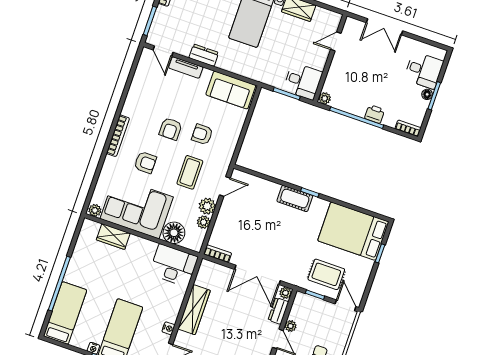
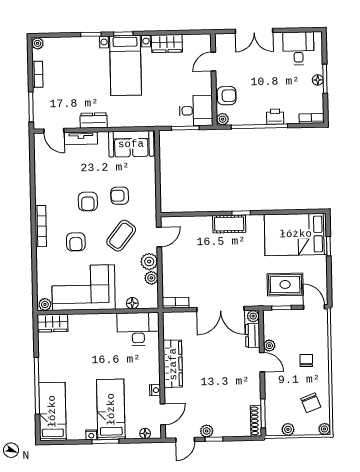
desk: (424, 70) -> (298, 48), moved, turned -90
armchair: (337, 78) -> (227, 96), added
armchair: (145, 163) -> (76, 242), turned 90
coffee table: (190, 172) -> (121, 236), turned 38
floor lamp: (174, 233) -> (132, 303), width x0.53, depth x0.53
wardrobe: (113, 237) -> (53, 323), moved

